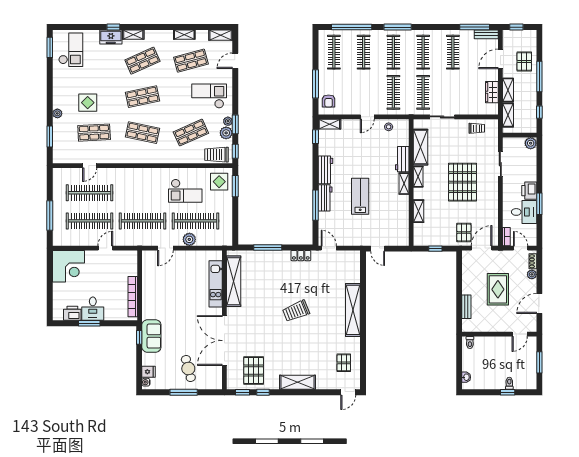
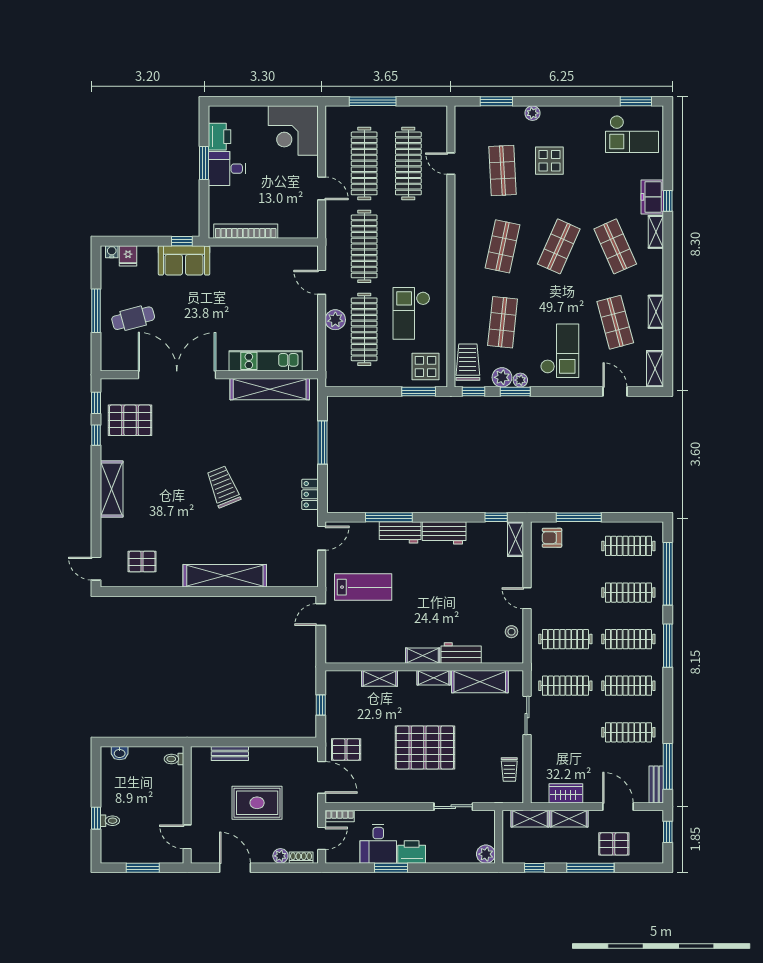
shop shelf: (142, 97) -> (559, 246), turned 36
shop shelf: (191, 133) -> (503, 322), turned 30
lab bench: (360, 196) -> (363, 587), moved

